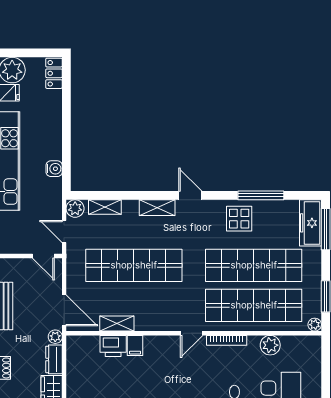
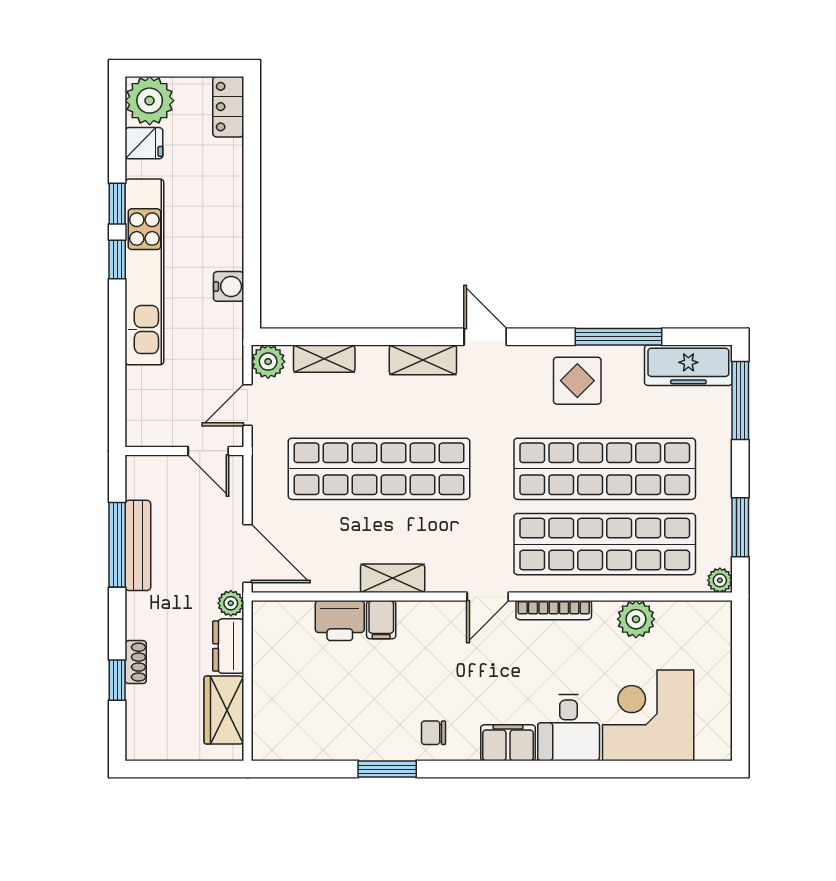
freezer: (310, 223) -> (688, 365), moved, turned -90
door: (64, 232) -> (248, 405), hinge flipped
shelving: (117, 323) -> (393, 578), moved

